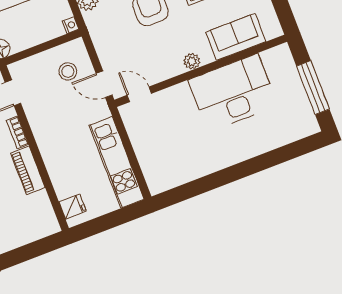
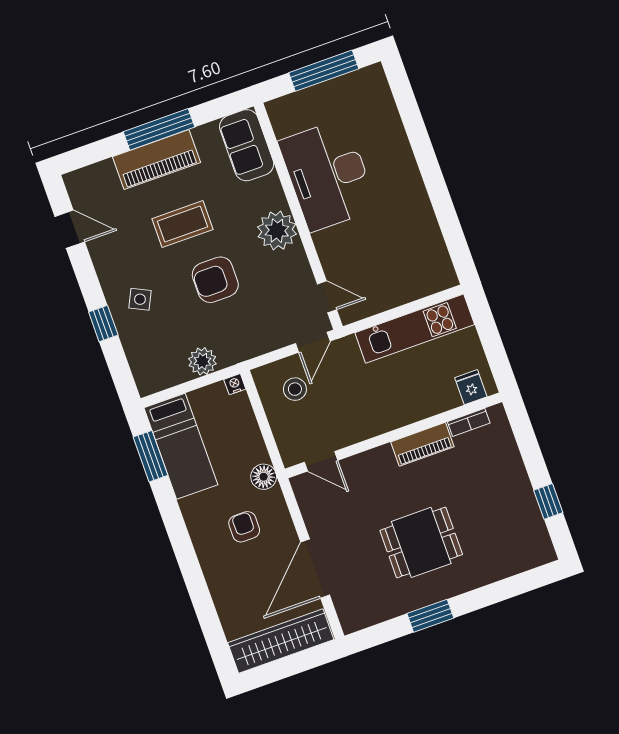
sofa: (236, 37) -> (247, 145), moved
plant: (192, 61) -> (277, 231), width x1.88, depth x1.88
door: (139, 94) -> (327, 297), swing flipped
bookcase: (17, 132) -> (469, 422), moved

